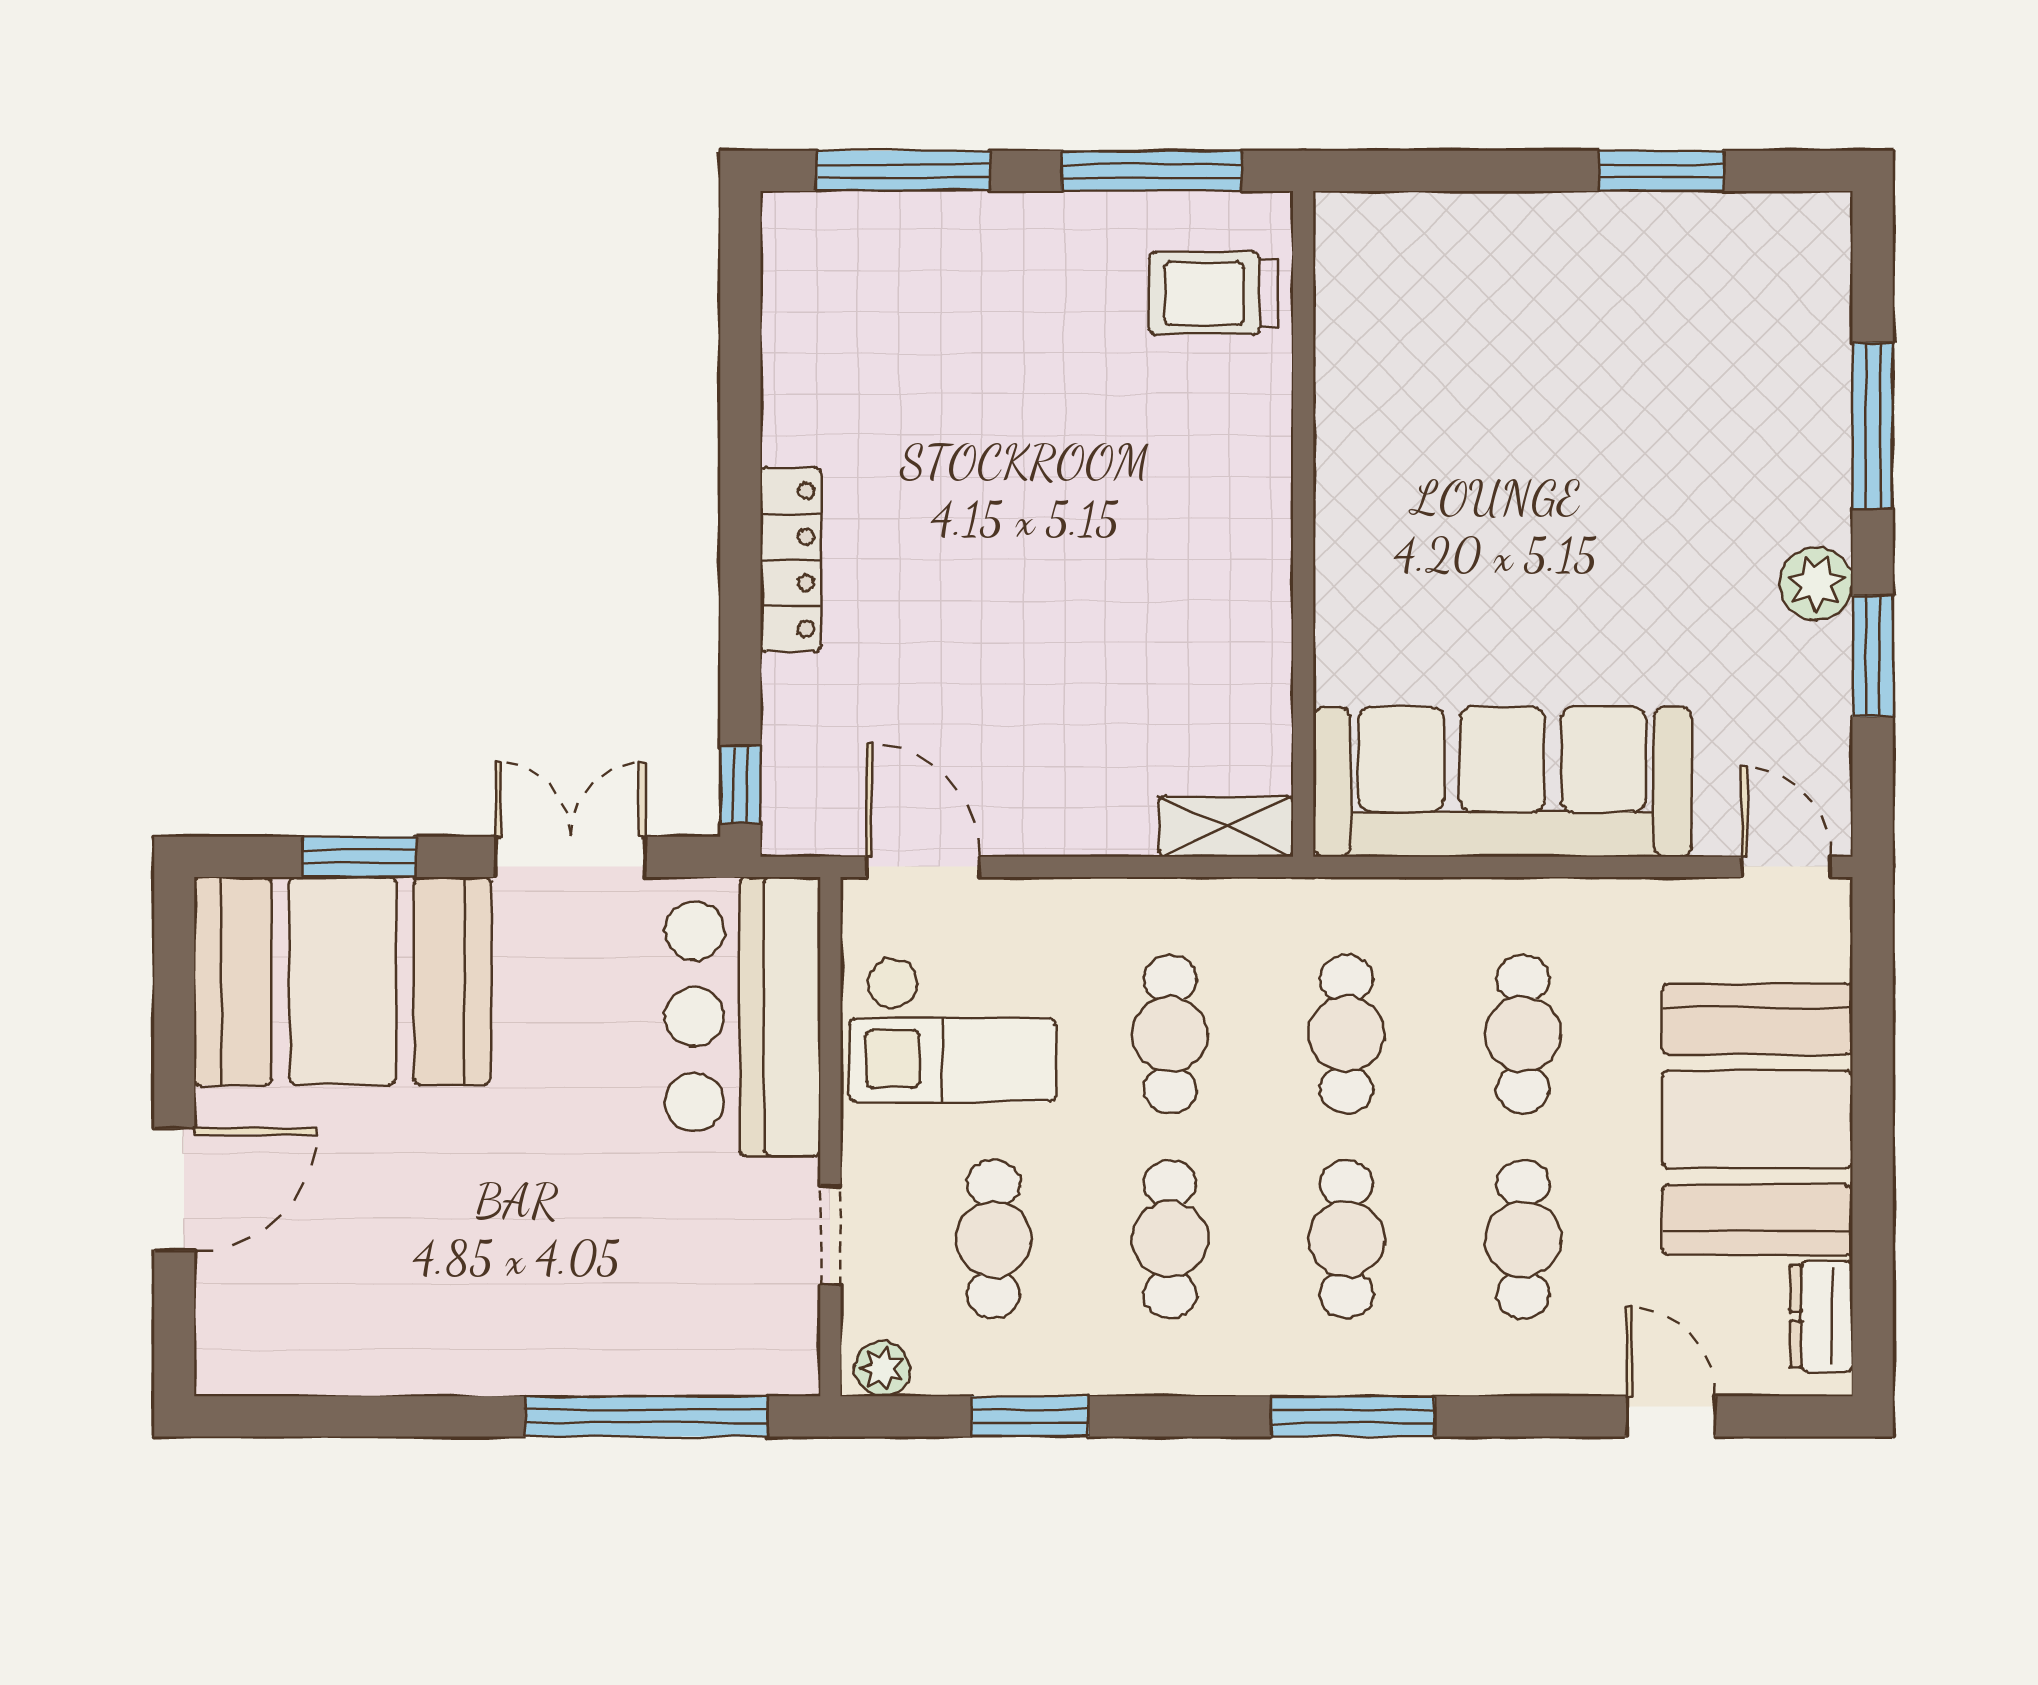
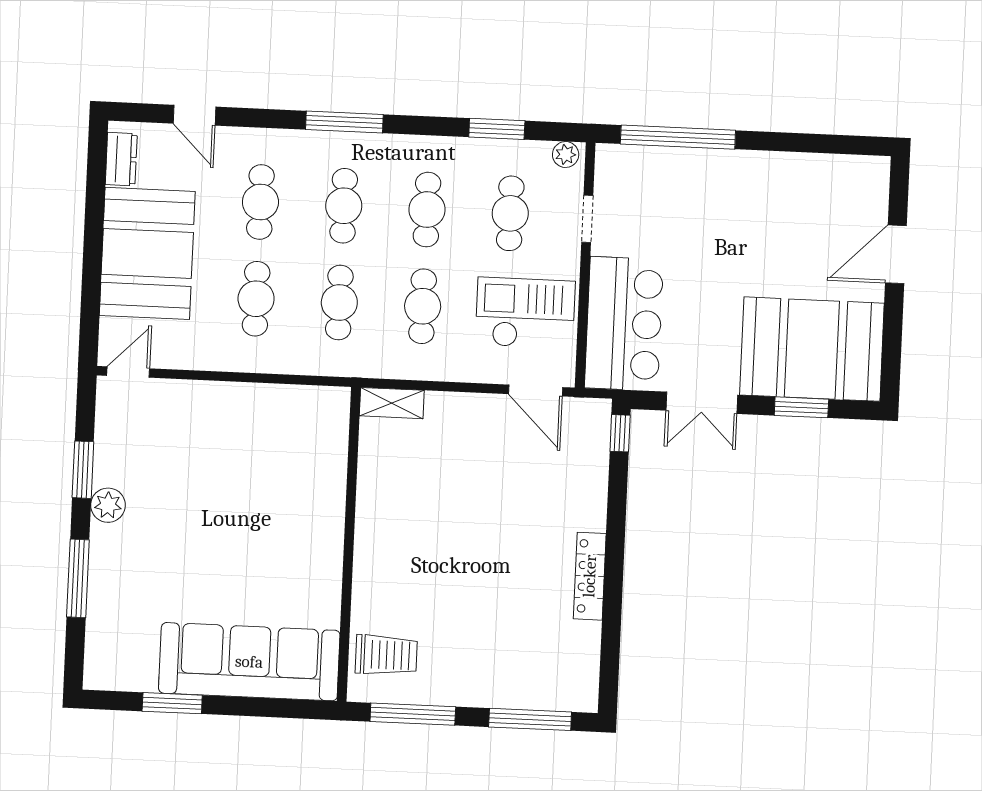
locker: (791, 560) -> (590, 576), moved
sofa: (1502, 782) -> (249, 662), moved, turned 180
door: (1786, 867) -> (128, 372), swing flipped

